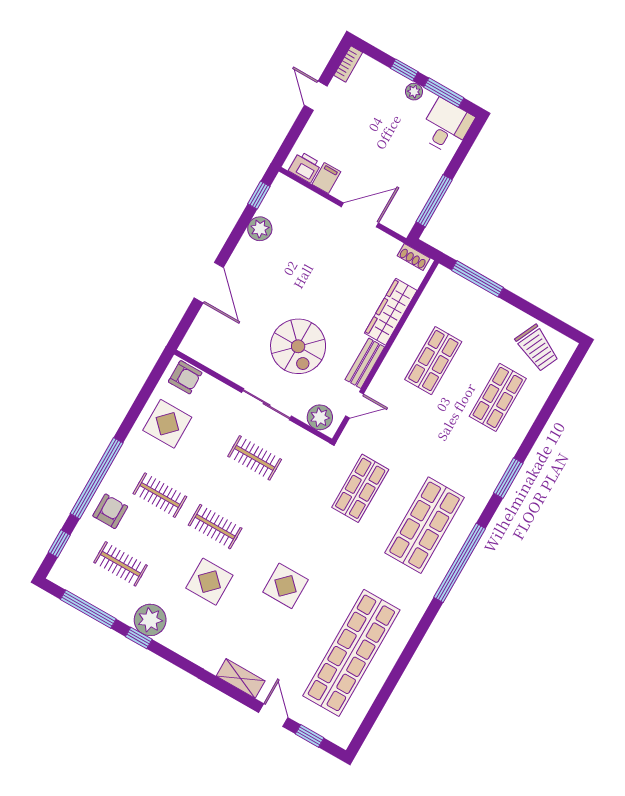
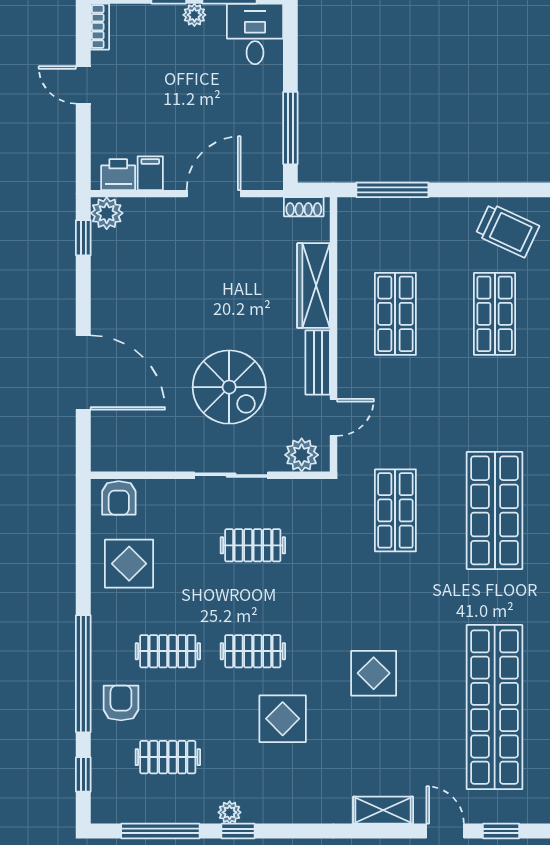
plant: (260, 229) -> (107, 213), moved
door: (209, 283) -> (83, 373), width x1.36
armchair: (185, 377) -> (119, 498), turned 90
plant: (150, 620) -> (230, 812), width x0.53, depth x0.53

